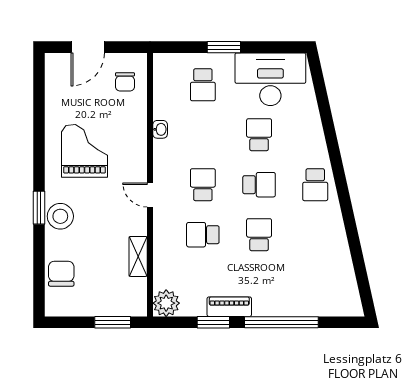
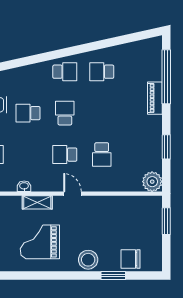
door: (150, 195) -> (72, 194), swing flipped
window: (39, 208) -> (113, 275), moved
school desk: (259, 235) -> (102, 72), moved
shelving: (138, 256) -> (37, 202), moved
piano: (229, 307) -> (155, 98), moved
window: (281, 322) -> (166, 77), moved

